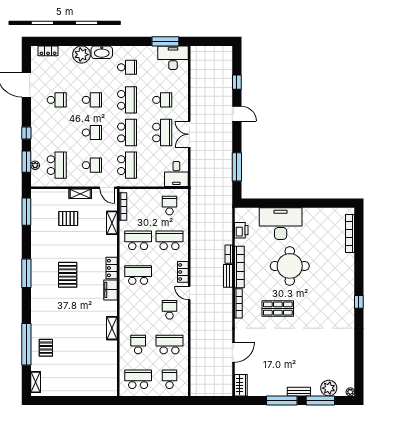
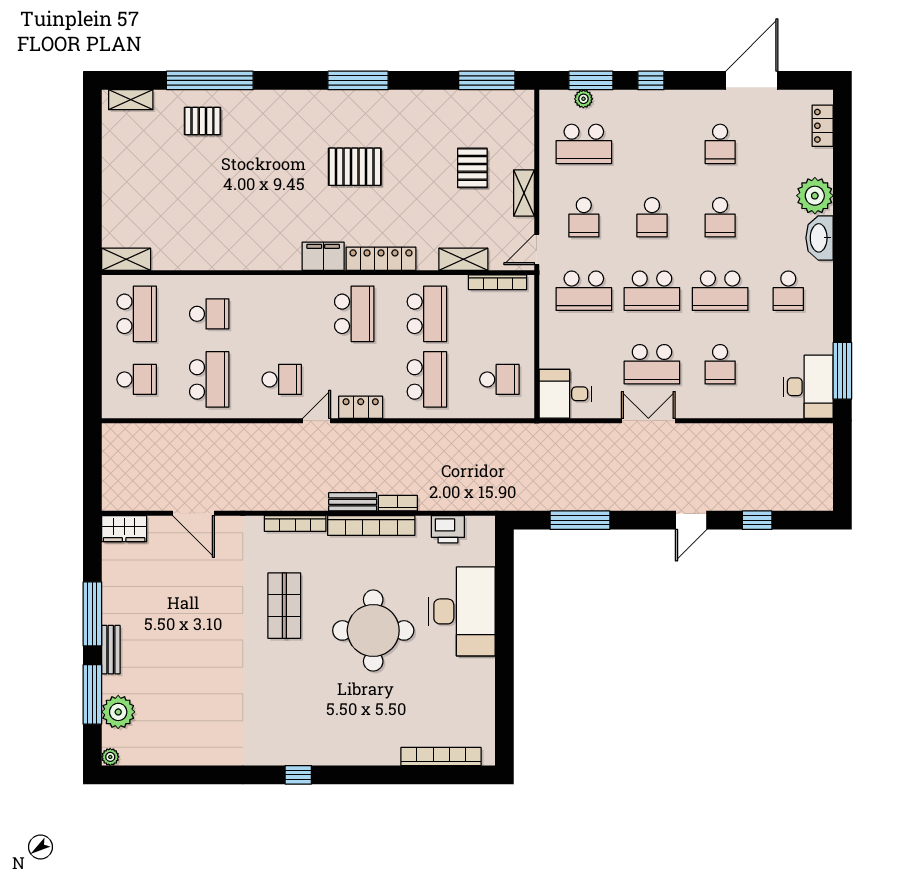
locker: (112, 268) -> (381, 259), width x1.53
shelving: (112, 328) -> (126, 259), moved

